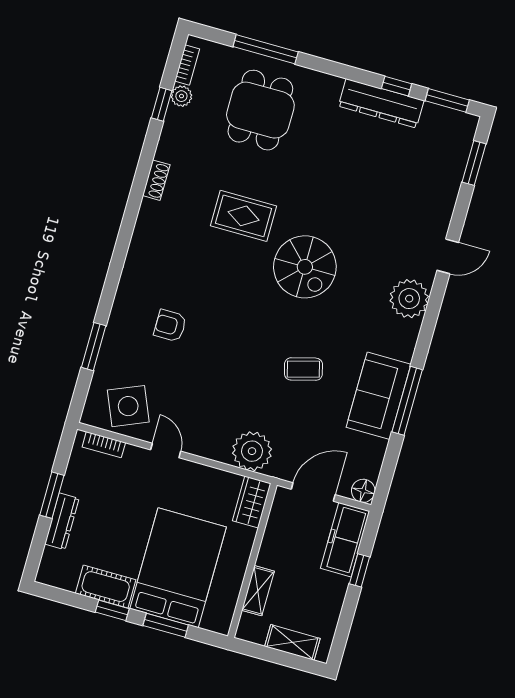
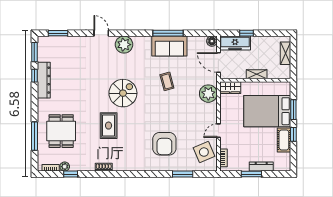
dining table: (260, 110) -> (61, 131), turned 90
armchair: (170, 326) -> (164, 144), width x1.88, depth x1.88
shelving: (258, 591) -> (257, 74), moved

